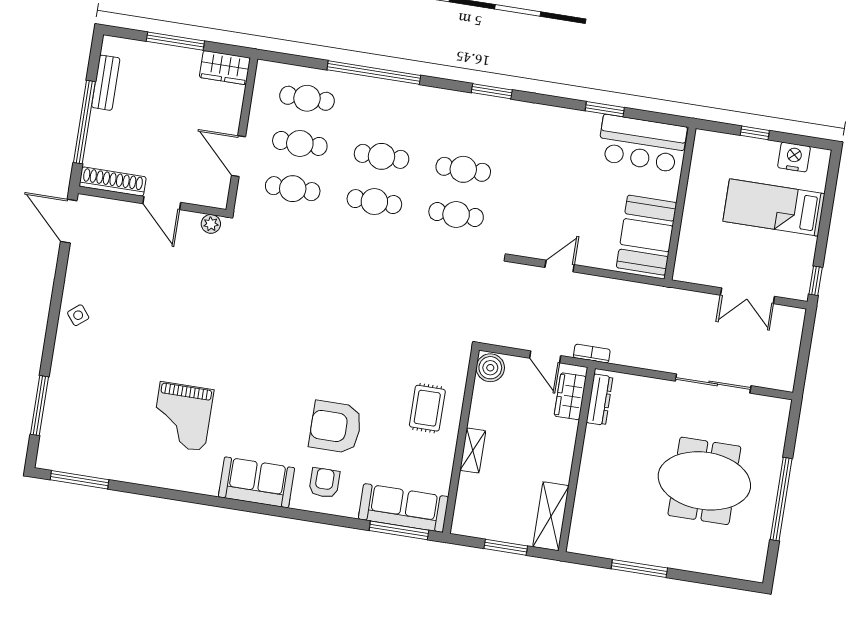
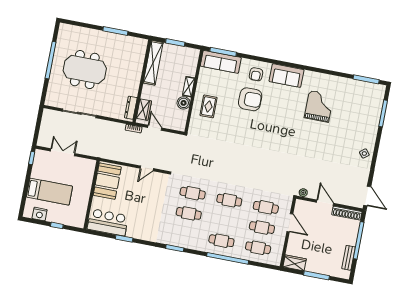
cafe table: (382, 156) -> (221, 241), moved
boiler: (490, 368) -> (184, 103), moved
shelving: (551, 516) -> (153, 63), width x1.47

